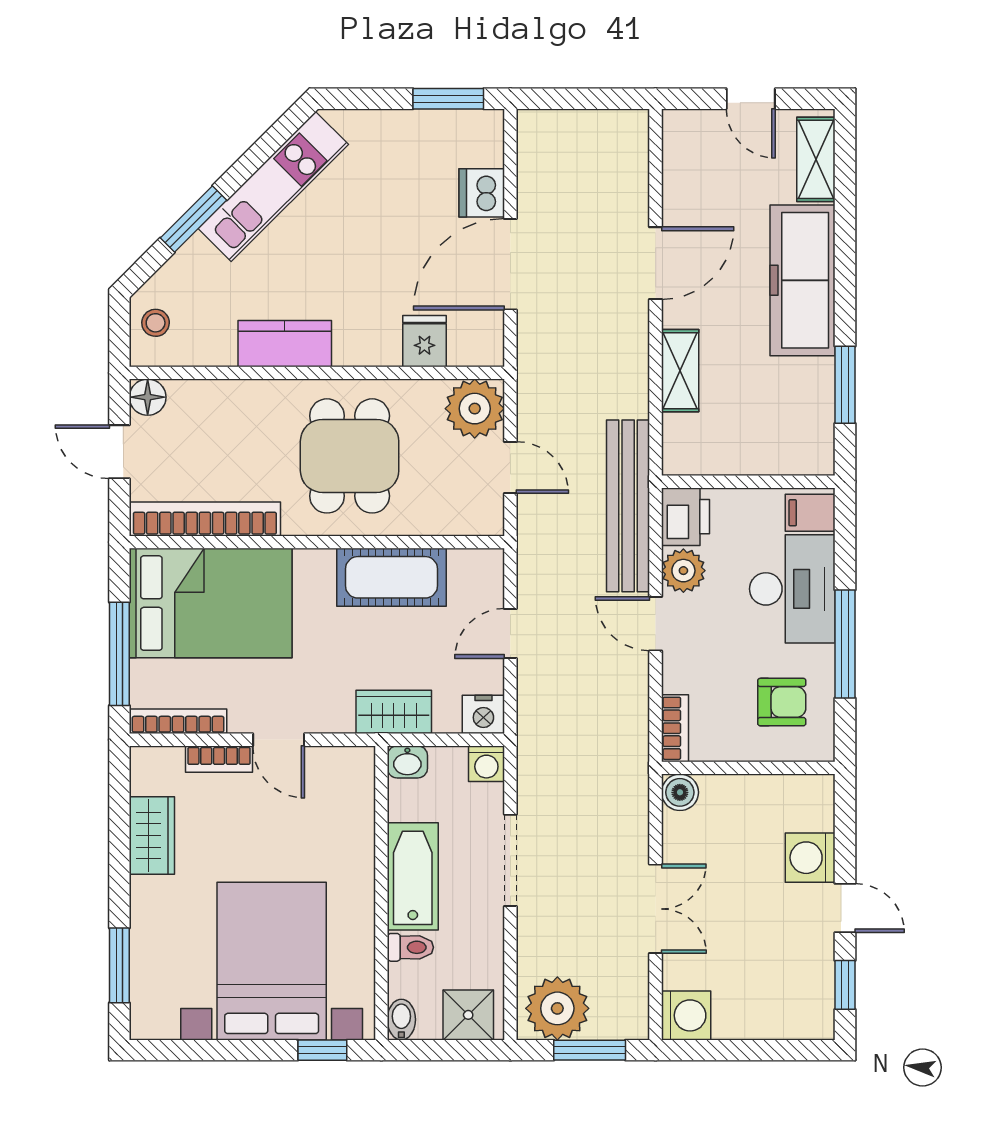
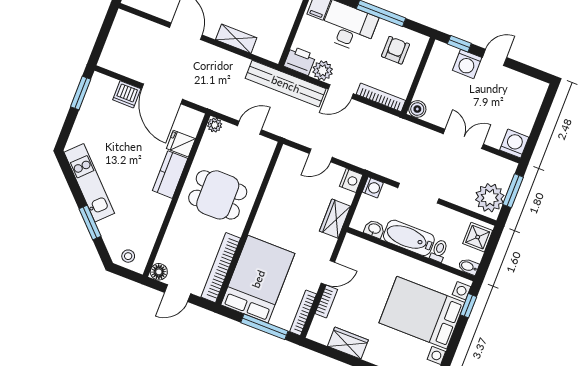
kitchen counter: (285, 344) -> (170, 175), moved
plant: (475, 409) -> (215, 125), width x0.53, depth x0.53
cot: (392, 577) -> (277, 197), removed
door: (510, 633) -> (321, 155), hinge flipped
bookcase: (675, 728) -> (381, 97), width x1.56
washbasin: (407, 762) -> (374, 229), moved, turned -90
window: (845, 985) -> (459, 44), moved

